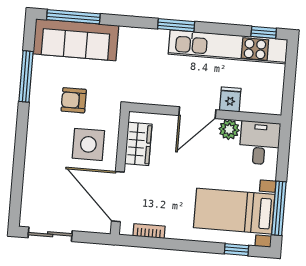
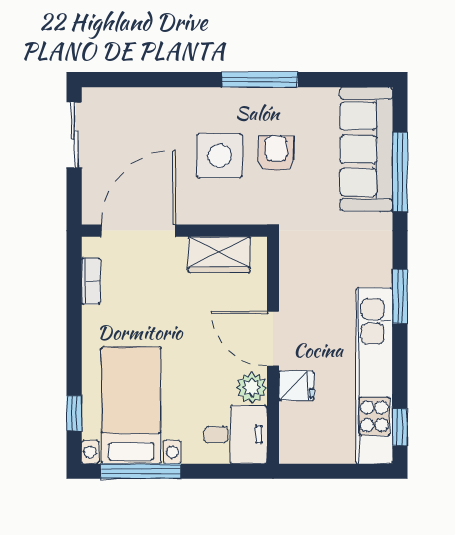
window: (73, 17) -> (400, 172), moved
window: (26, 76) -> (260, 80), moved
side table: (88, 144) -> (219, 156), moved

